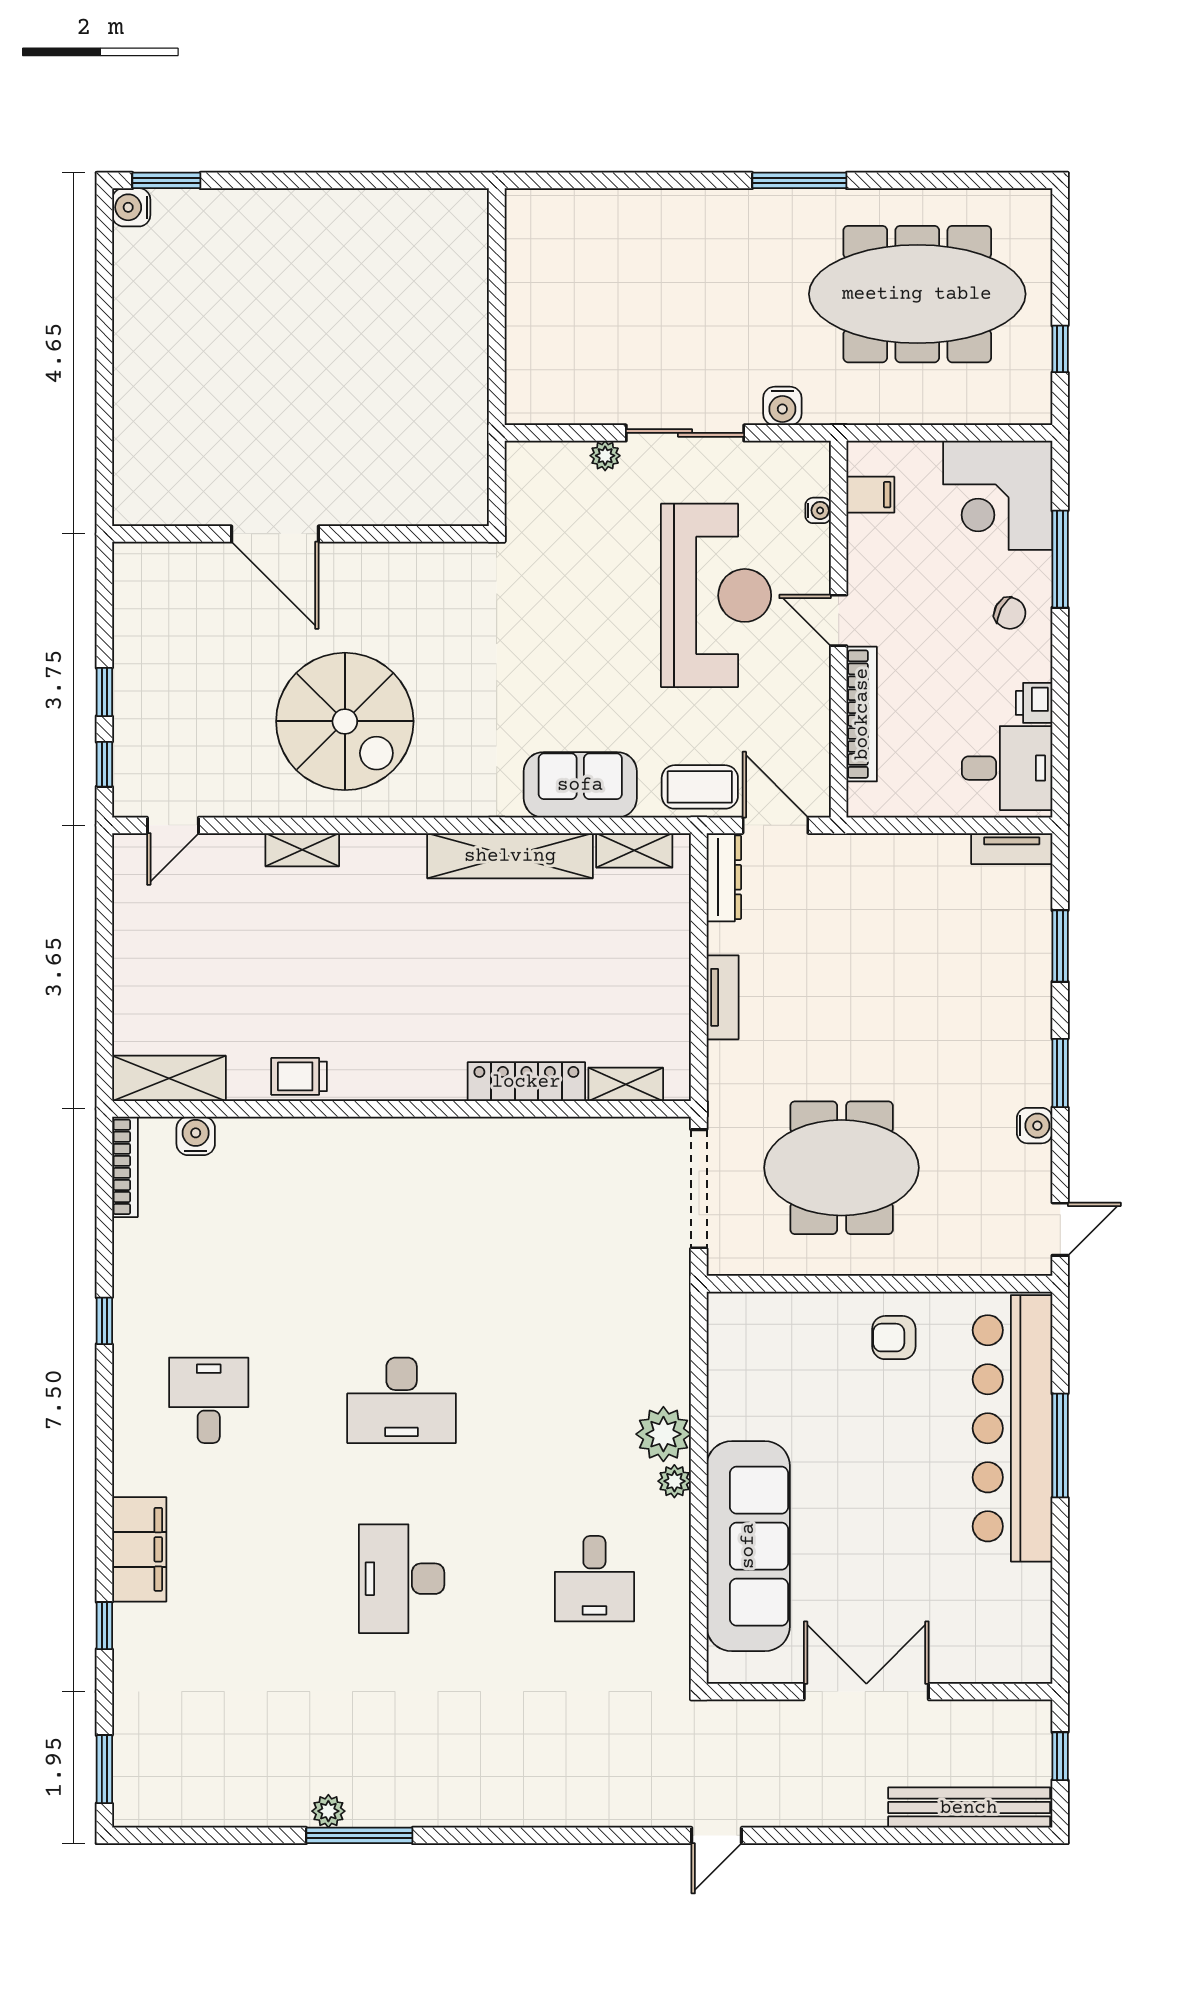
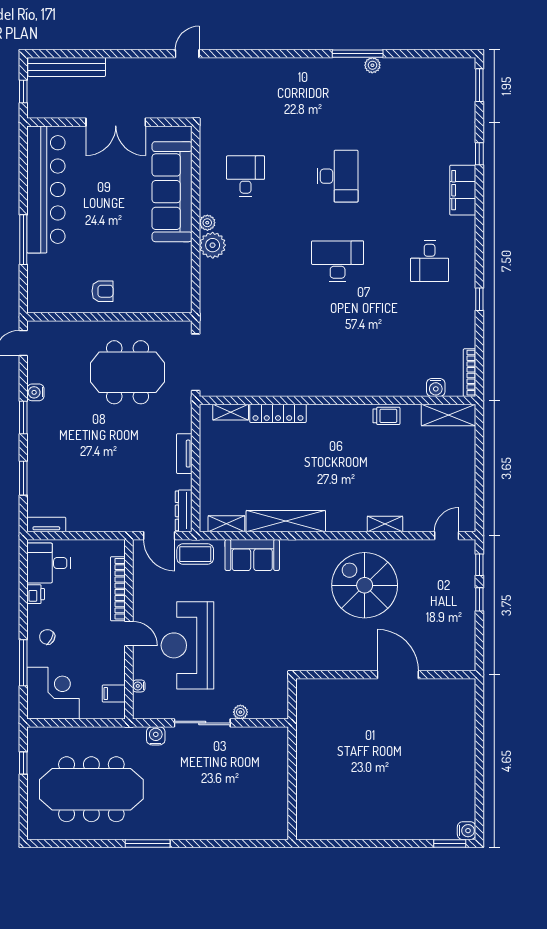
bar counter: (1012, 1428) -> (46, 189), moved

